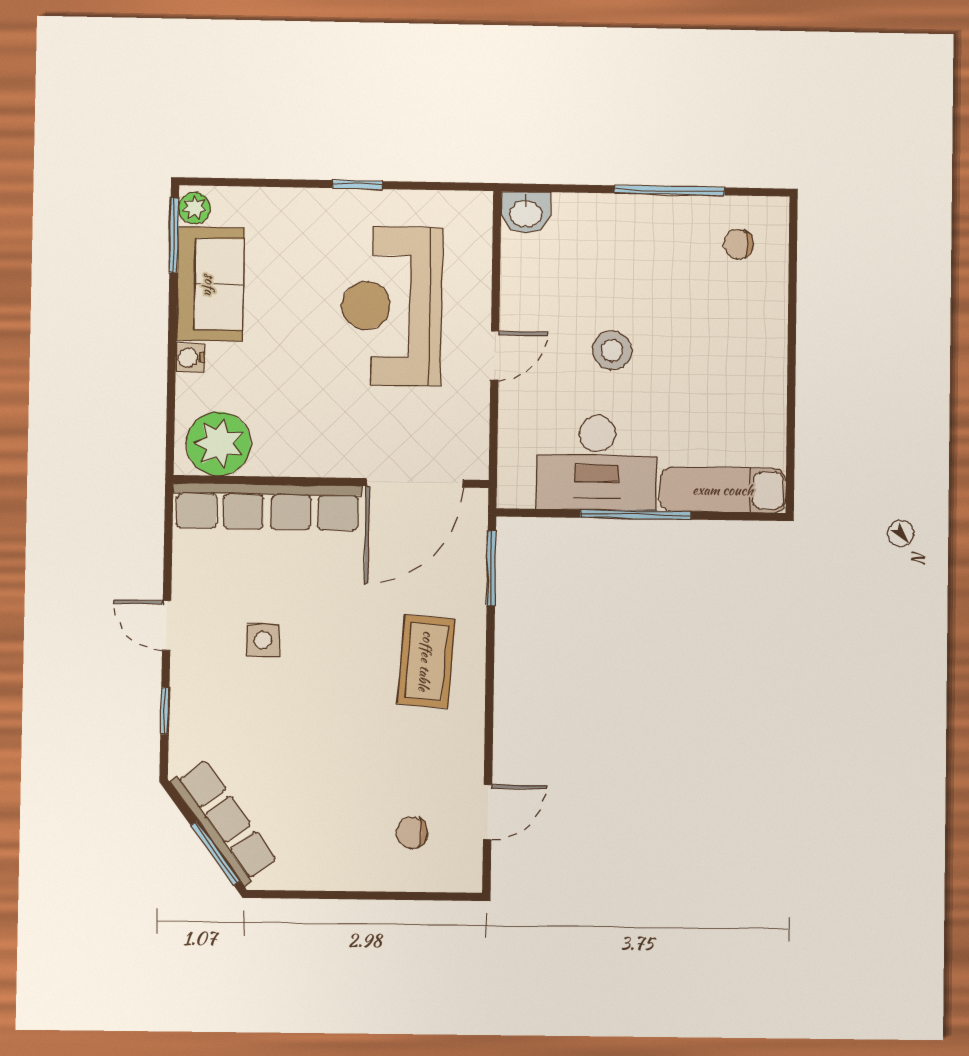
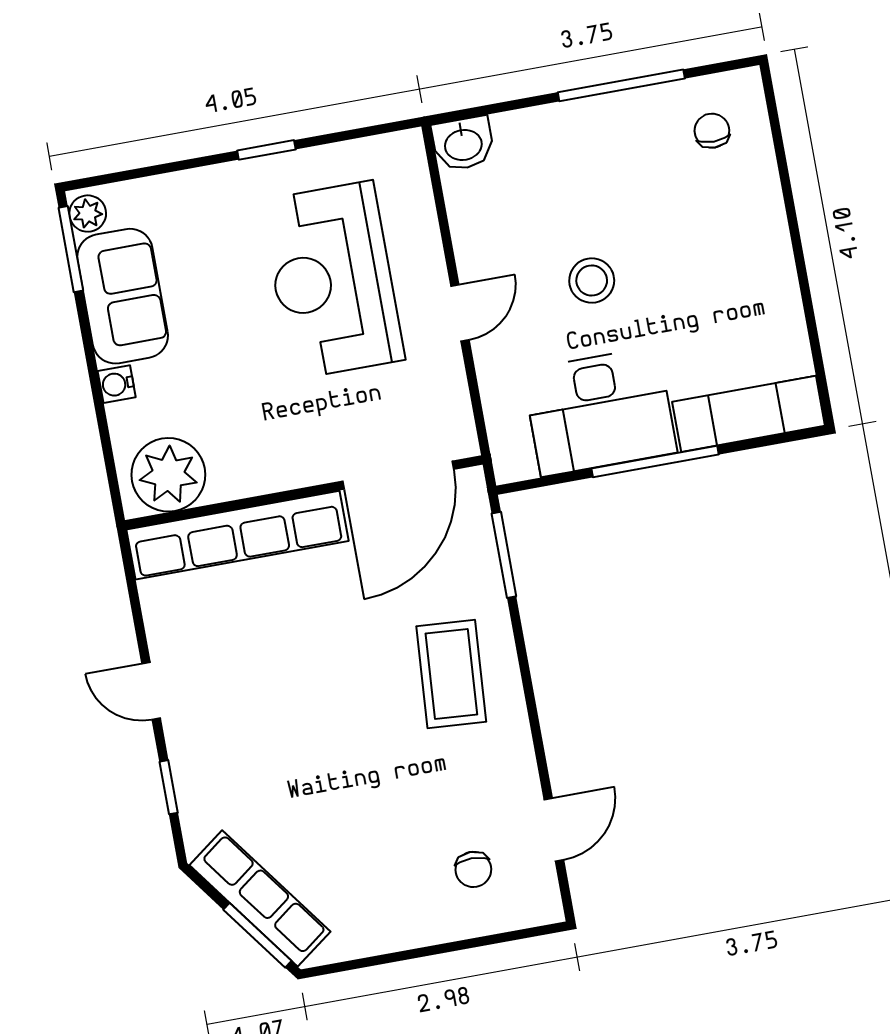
chair: (739, 244) -> (712, 131), turned 90
side table: (263, 640) -> (263, 687), removed
chair: (412, 833) -> (473, 869), turned -90

